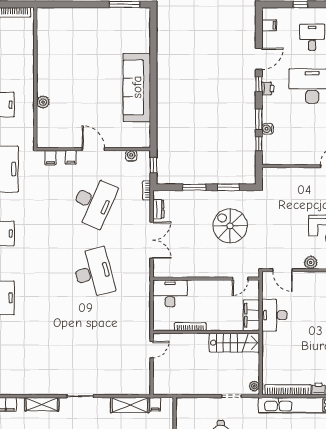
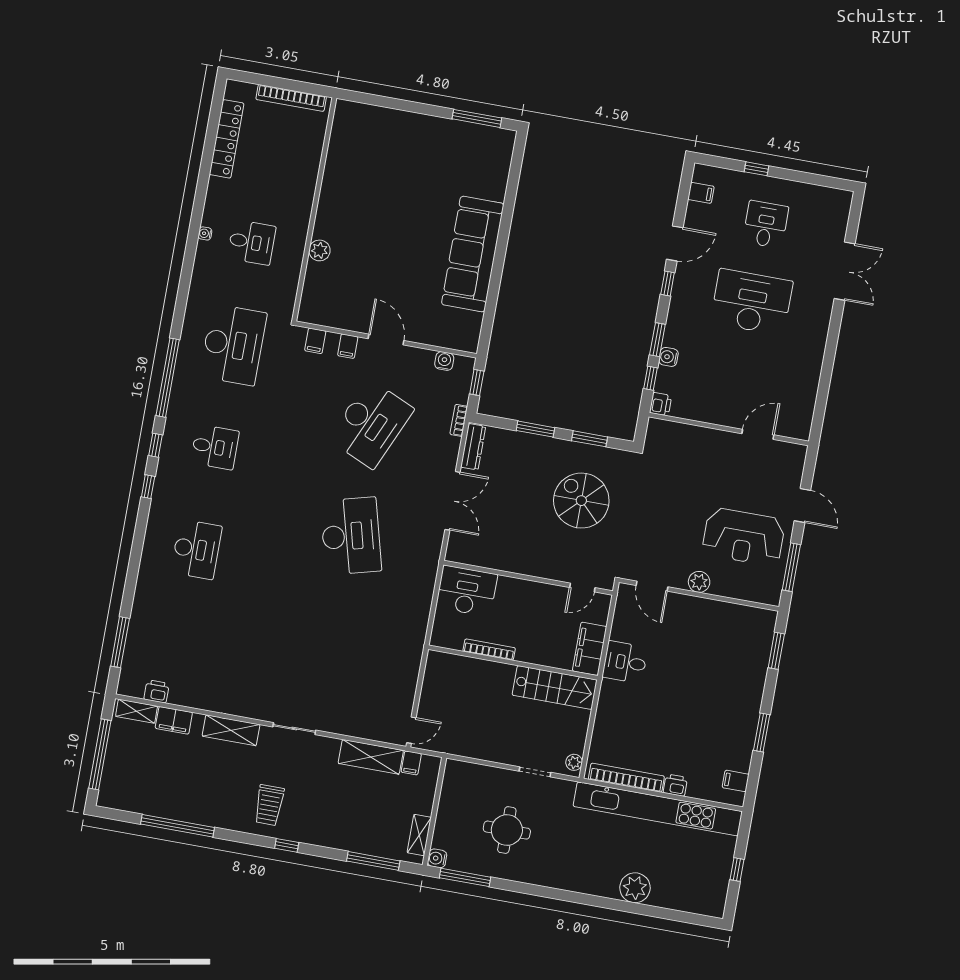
printer: (268, 89) -> (661, 404), moved
dresser: (158, 209) -> (473, 447), width x1.44
desk: (274, 315) -> (625, 662), width x0.73
door: (152, 350) -> (411, 730), moved

